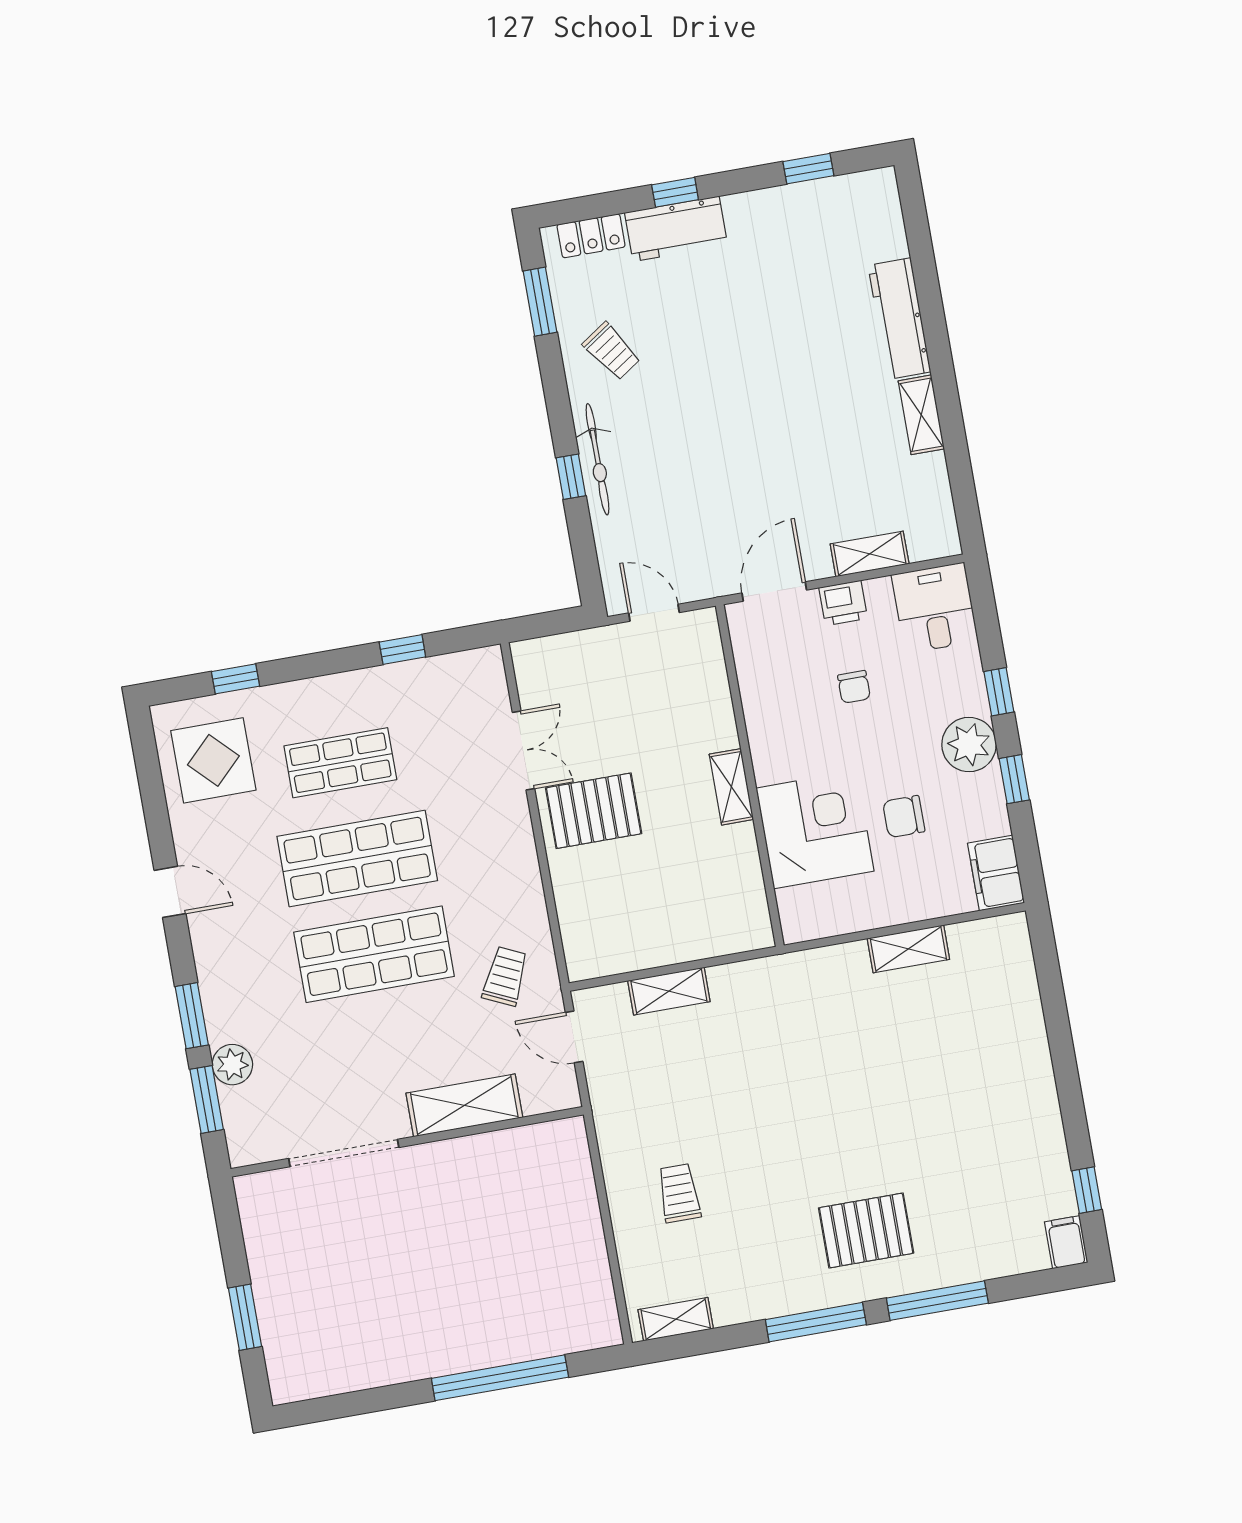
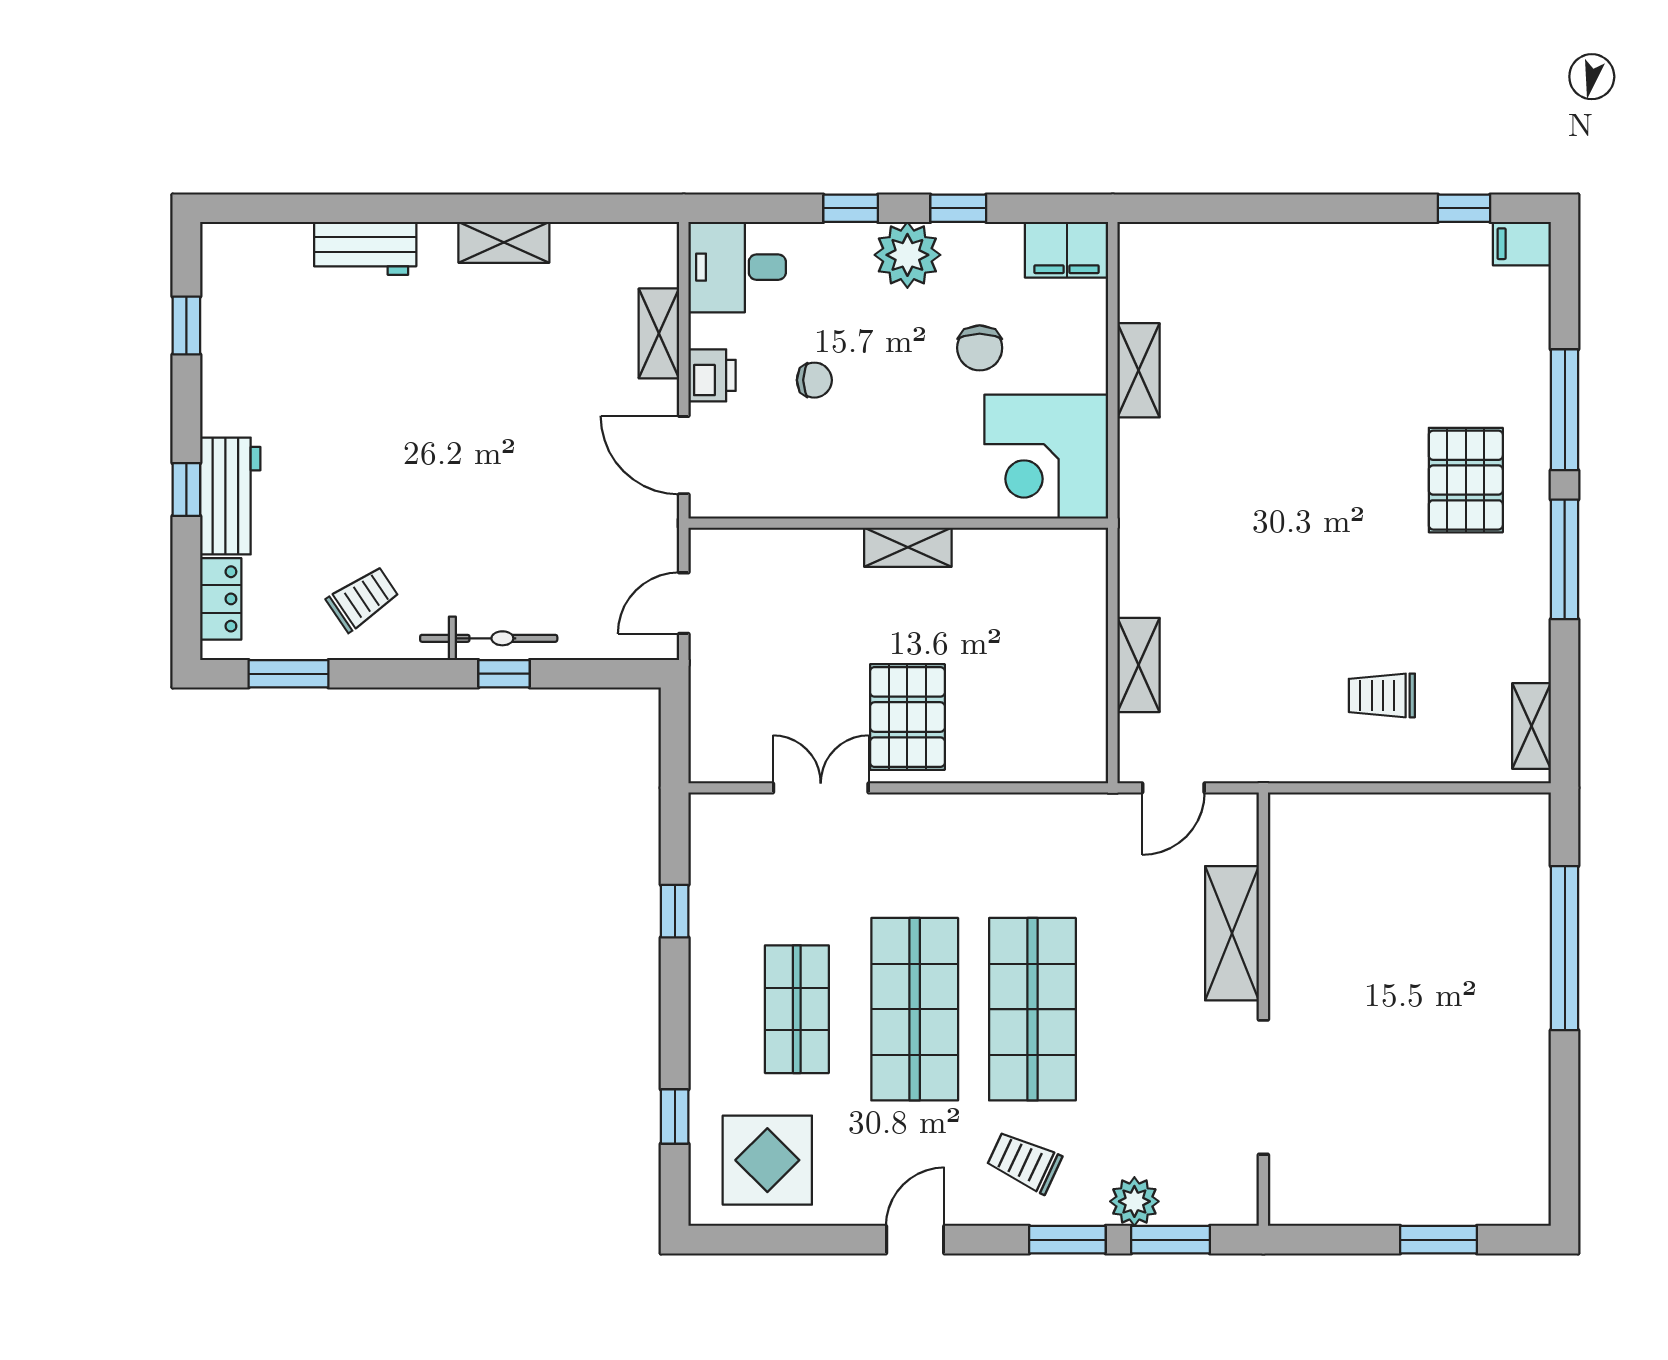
workbench: (899, 319) -> (365, 248), width x0.73
corner desk: (815, 830) -> (1046, 457), moved, turned -90
trolley: (505, 976) -> (1024, 1162), moved

